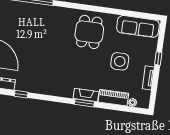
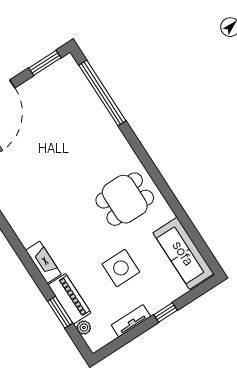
window: (84, 103) -> (60, 312), moved

